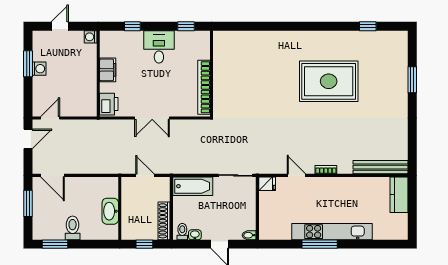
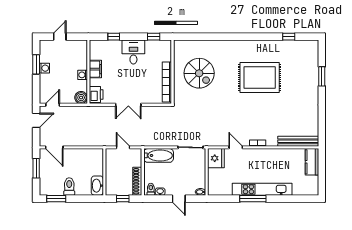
washing machine: (91, 37) -> (83, 75), moved
spiral stairs: (247, 76) -> (199, 73), added
boiler: (88, 108) -> (81, 98), added
fridge: (267, 184) -> (216, 158), width x1.88, depth x1.34
washbasin: (110, 211) -> (97, 186), moved

